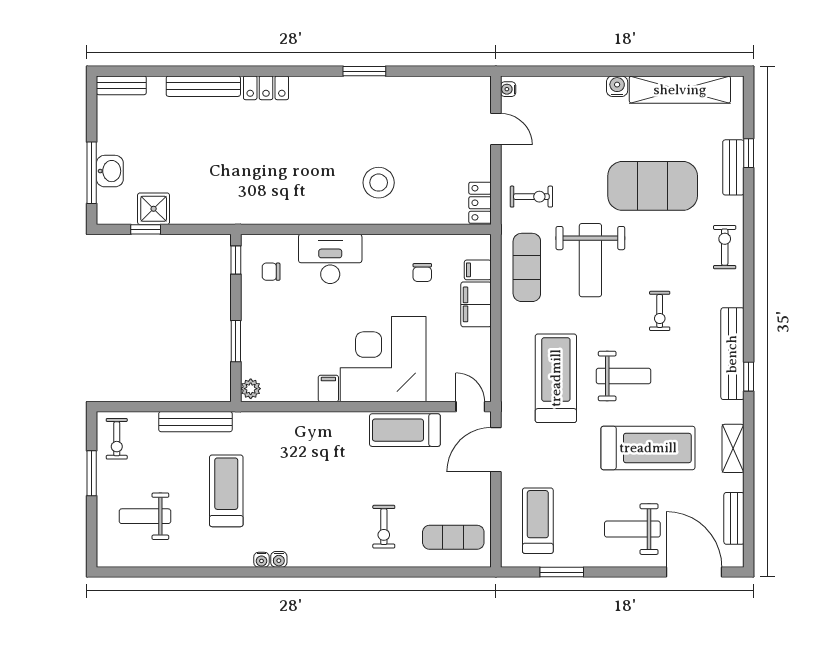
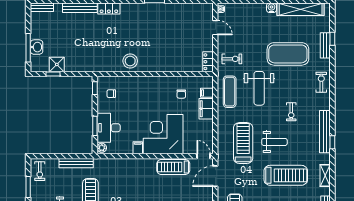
stool: (379, 183) -> (130, 61), moved
desk: (330, 259) -> (109, 128), moved, turned -90

